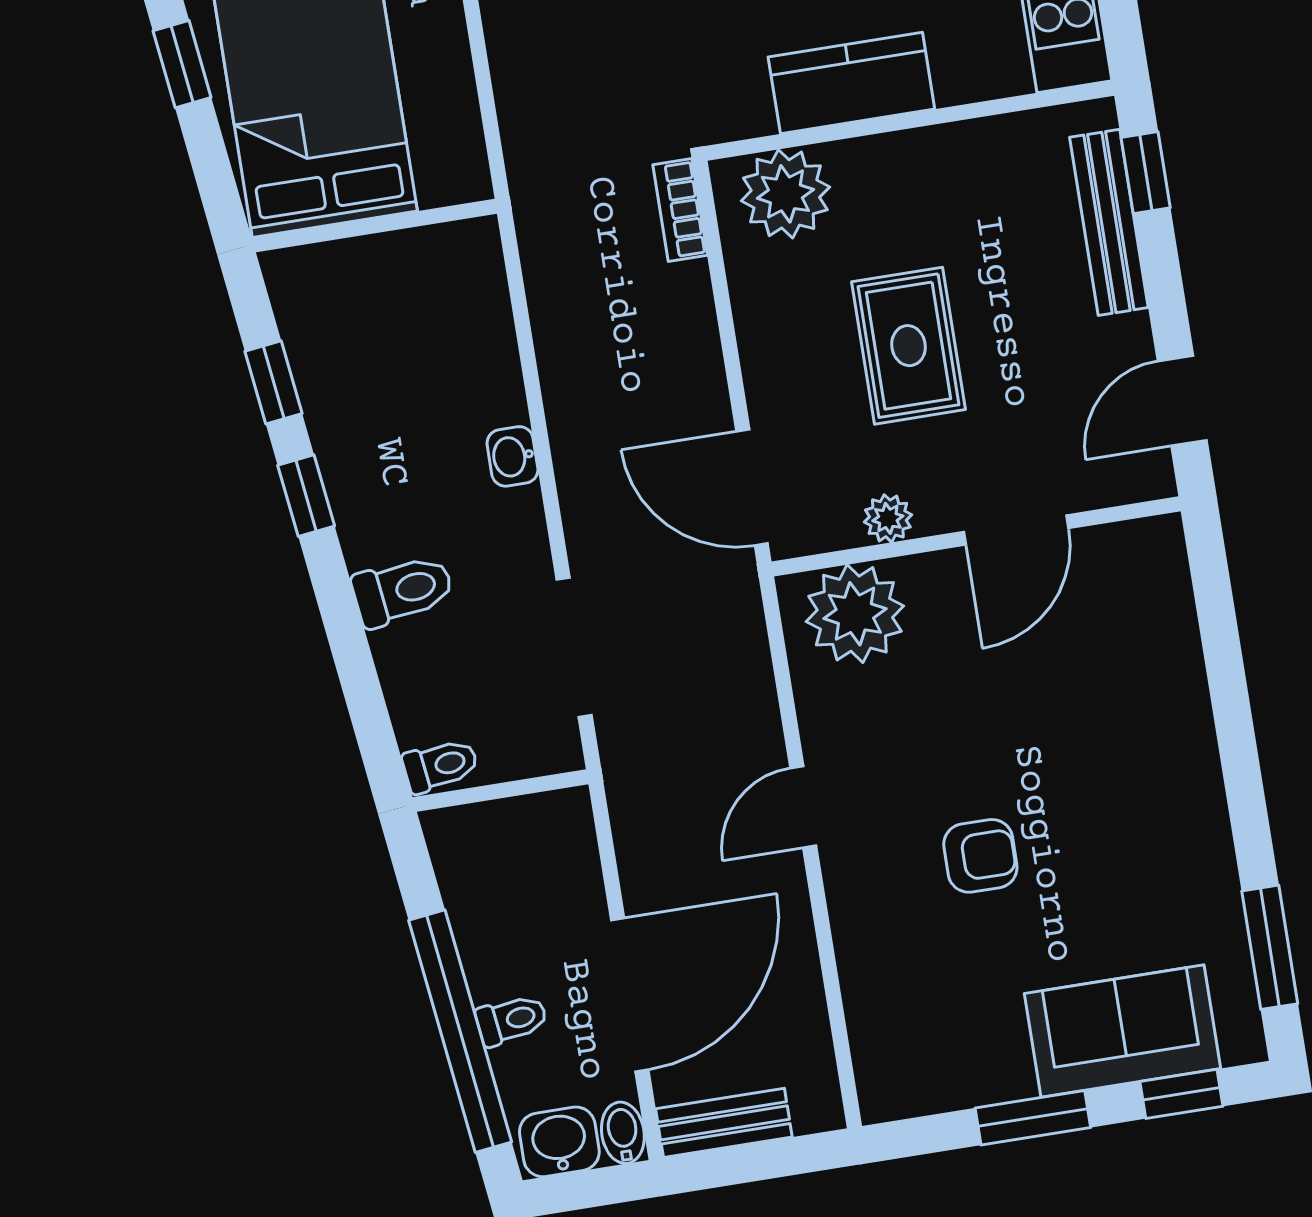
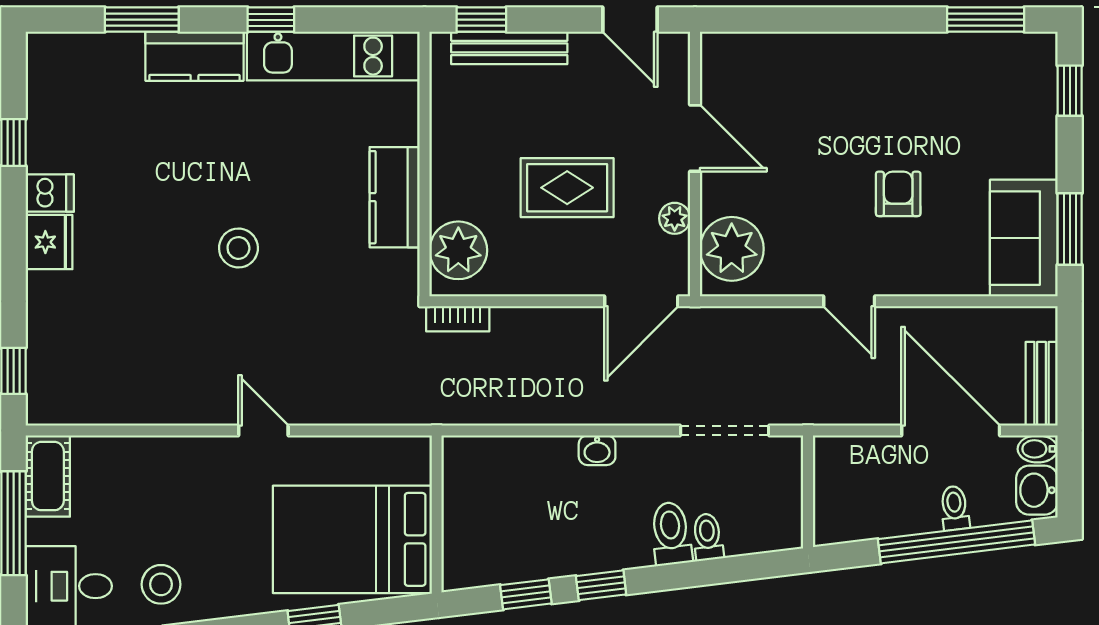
toilet: (440, 766) -> (708, 537), moved
sofa: (1123, 1031) -> (1024, 238), moved
window: (1033, 1118) -> (1070, 229), moved

